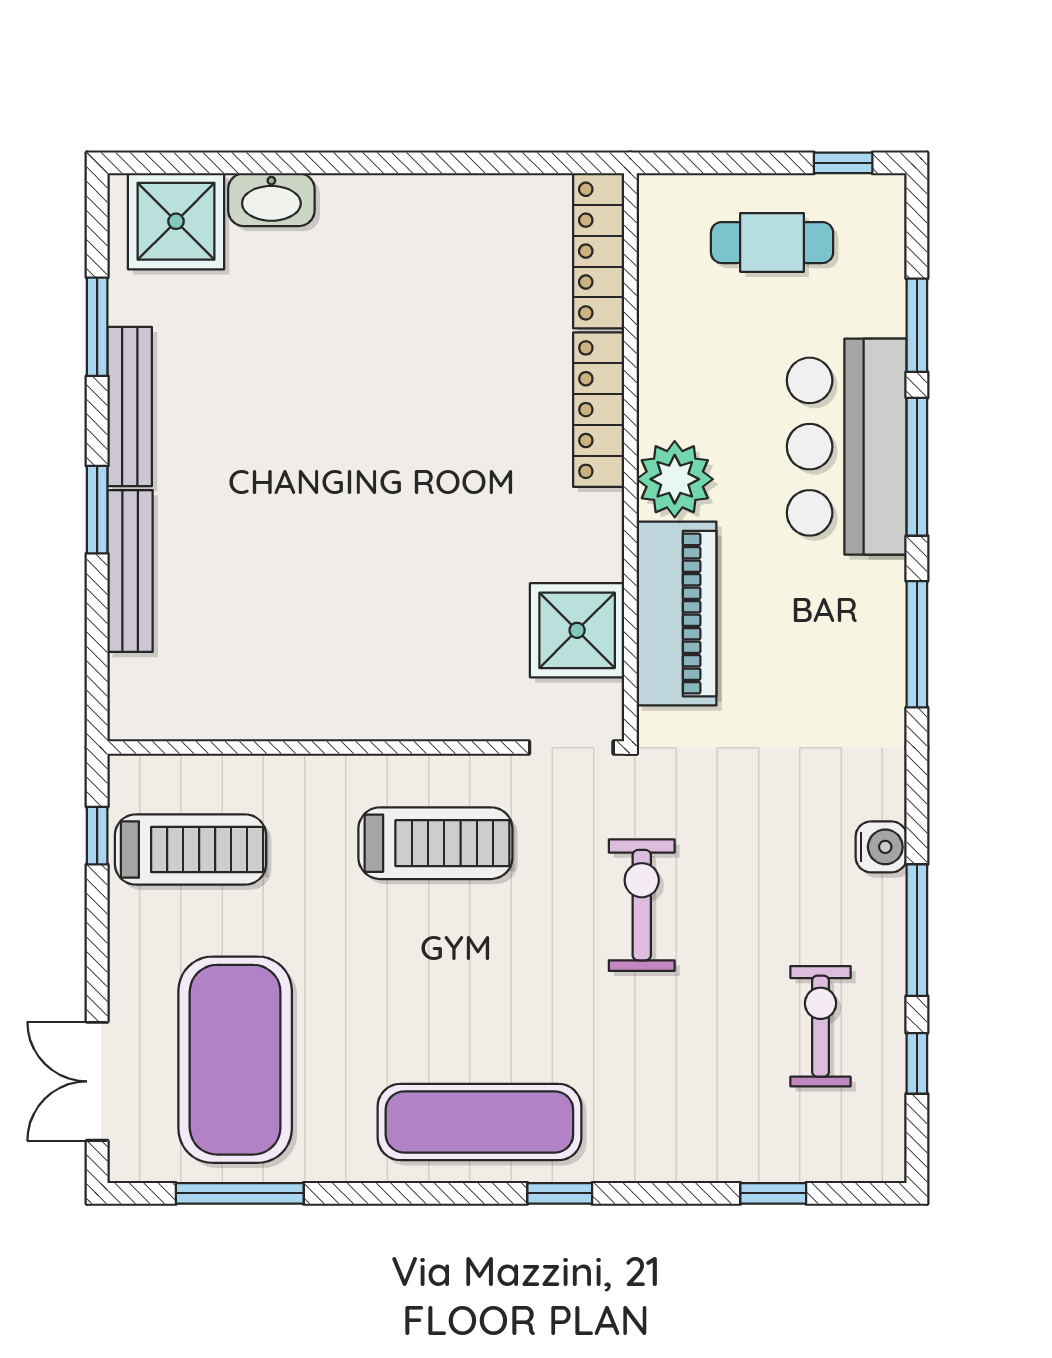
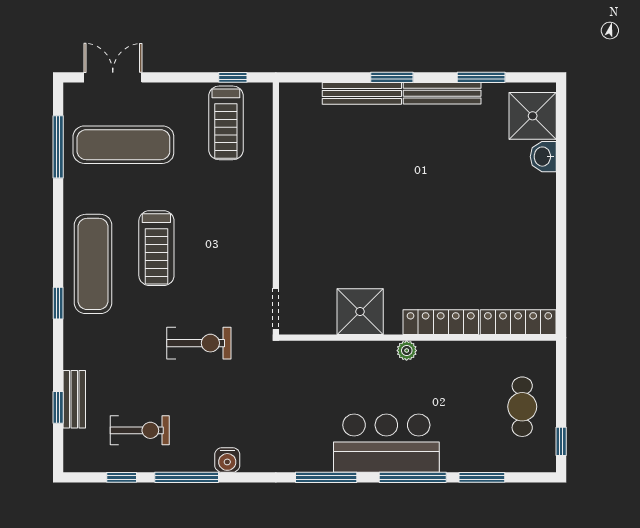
washbasin: (271, 200) -> (543, 157), width x0.72
bar counter: (847, 447) -> (386, 443), moved
plant: (675, 479) -> (407, 351), width x0.53, depth x0.53
piano: (676, 614) -> (341, 360), removed
shower: (577, 630) -> (360, 312), moved
treadmill: (435, 843) -> (156, 248), moved
exercise mat: (235, 1060) -> (123, 145), width x0.68
bench: (757, 1160) -> (74, 399), added

